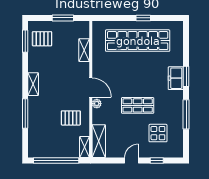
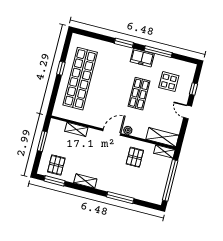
freezer: (176, 78) -> (142, 58), moved
shelving: (33, 84) -> (85, 181), moved

